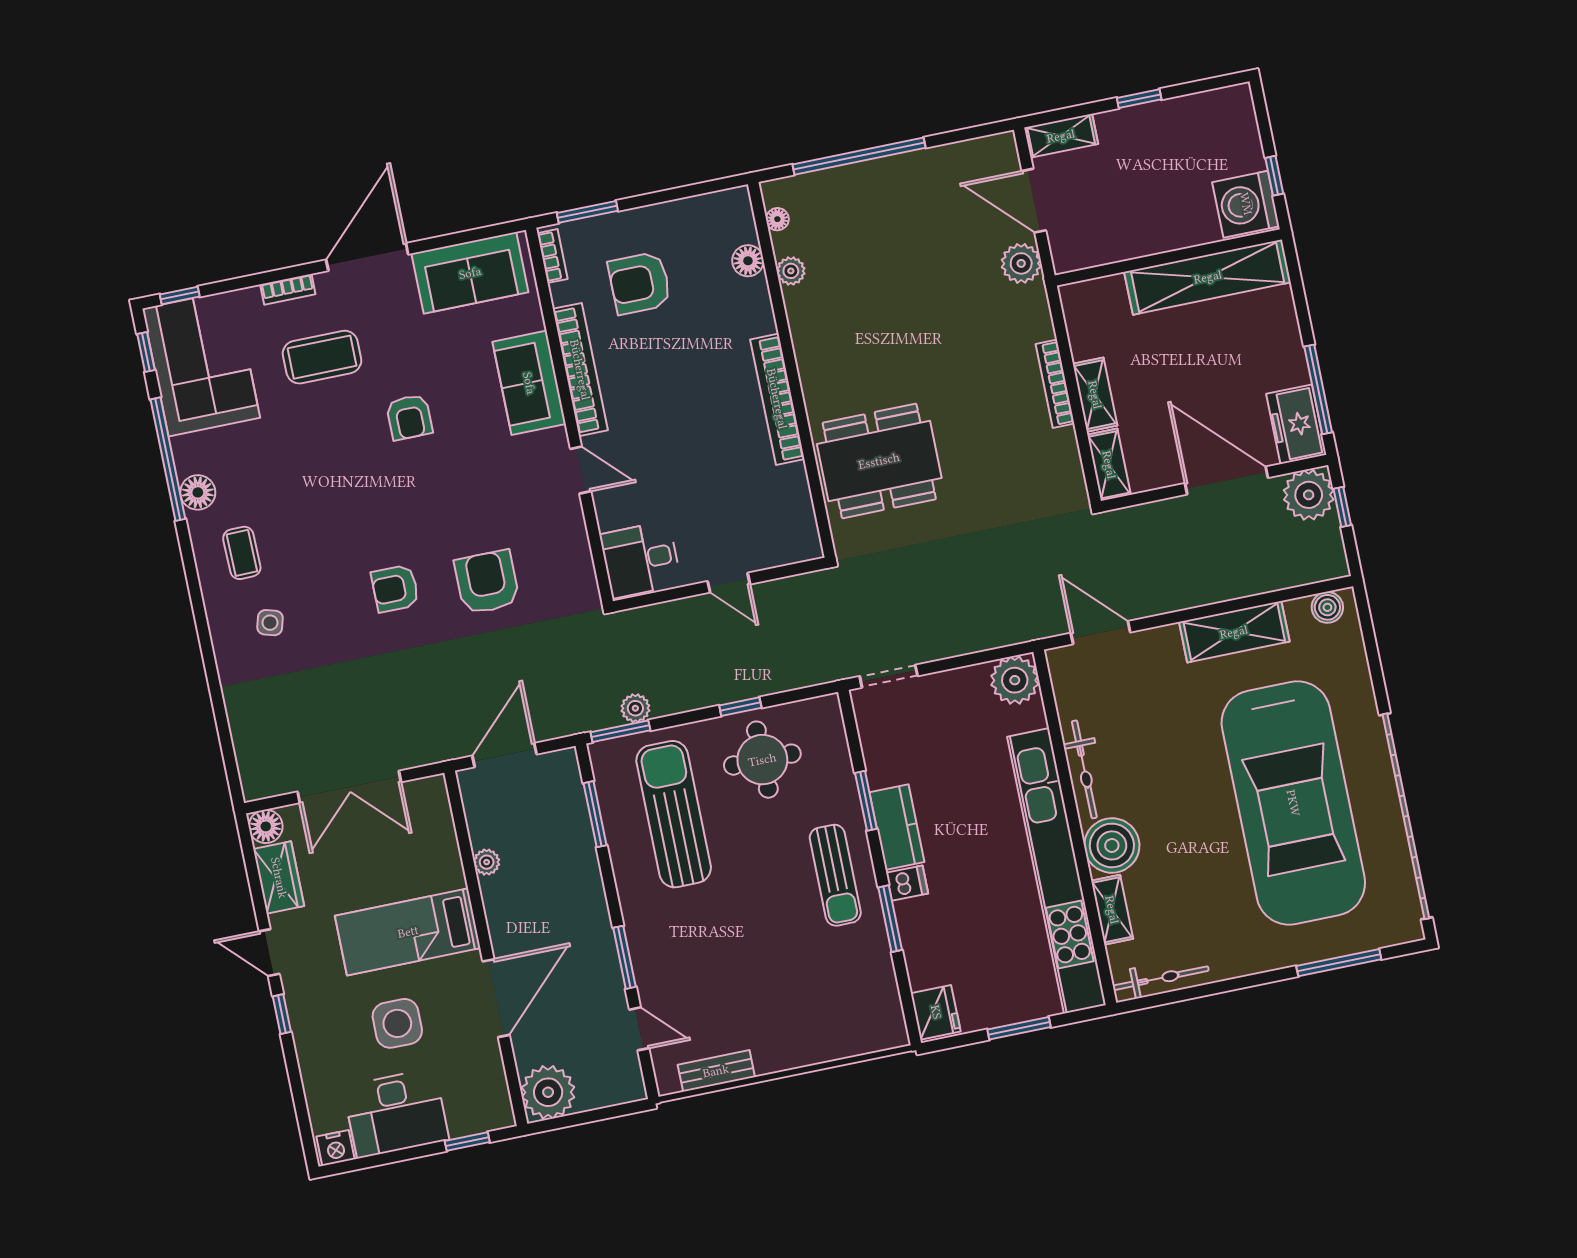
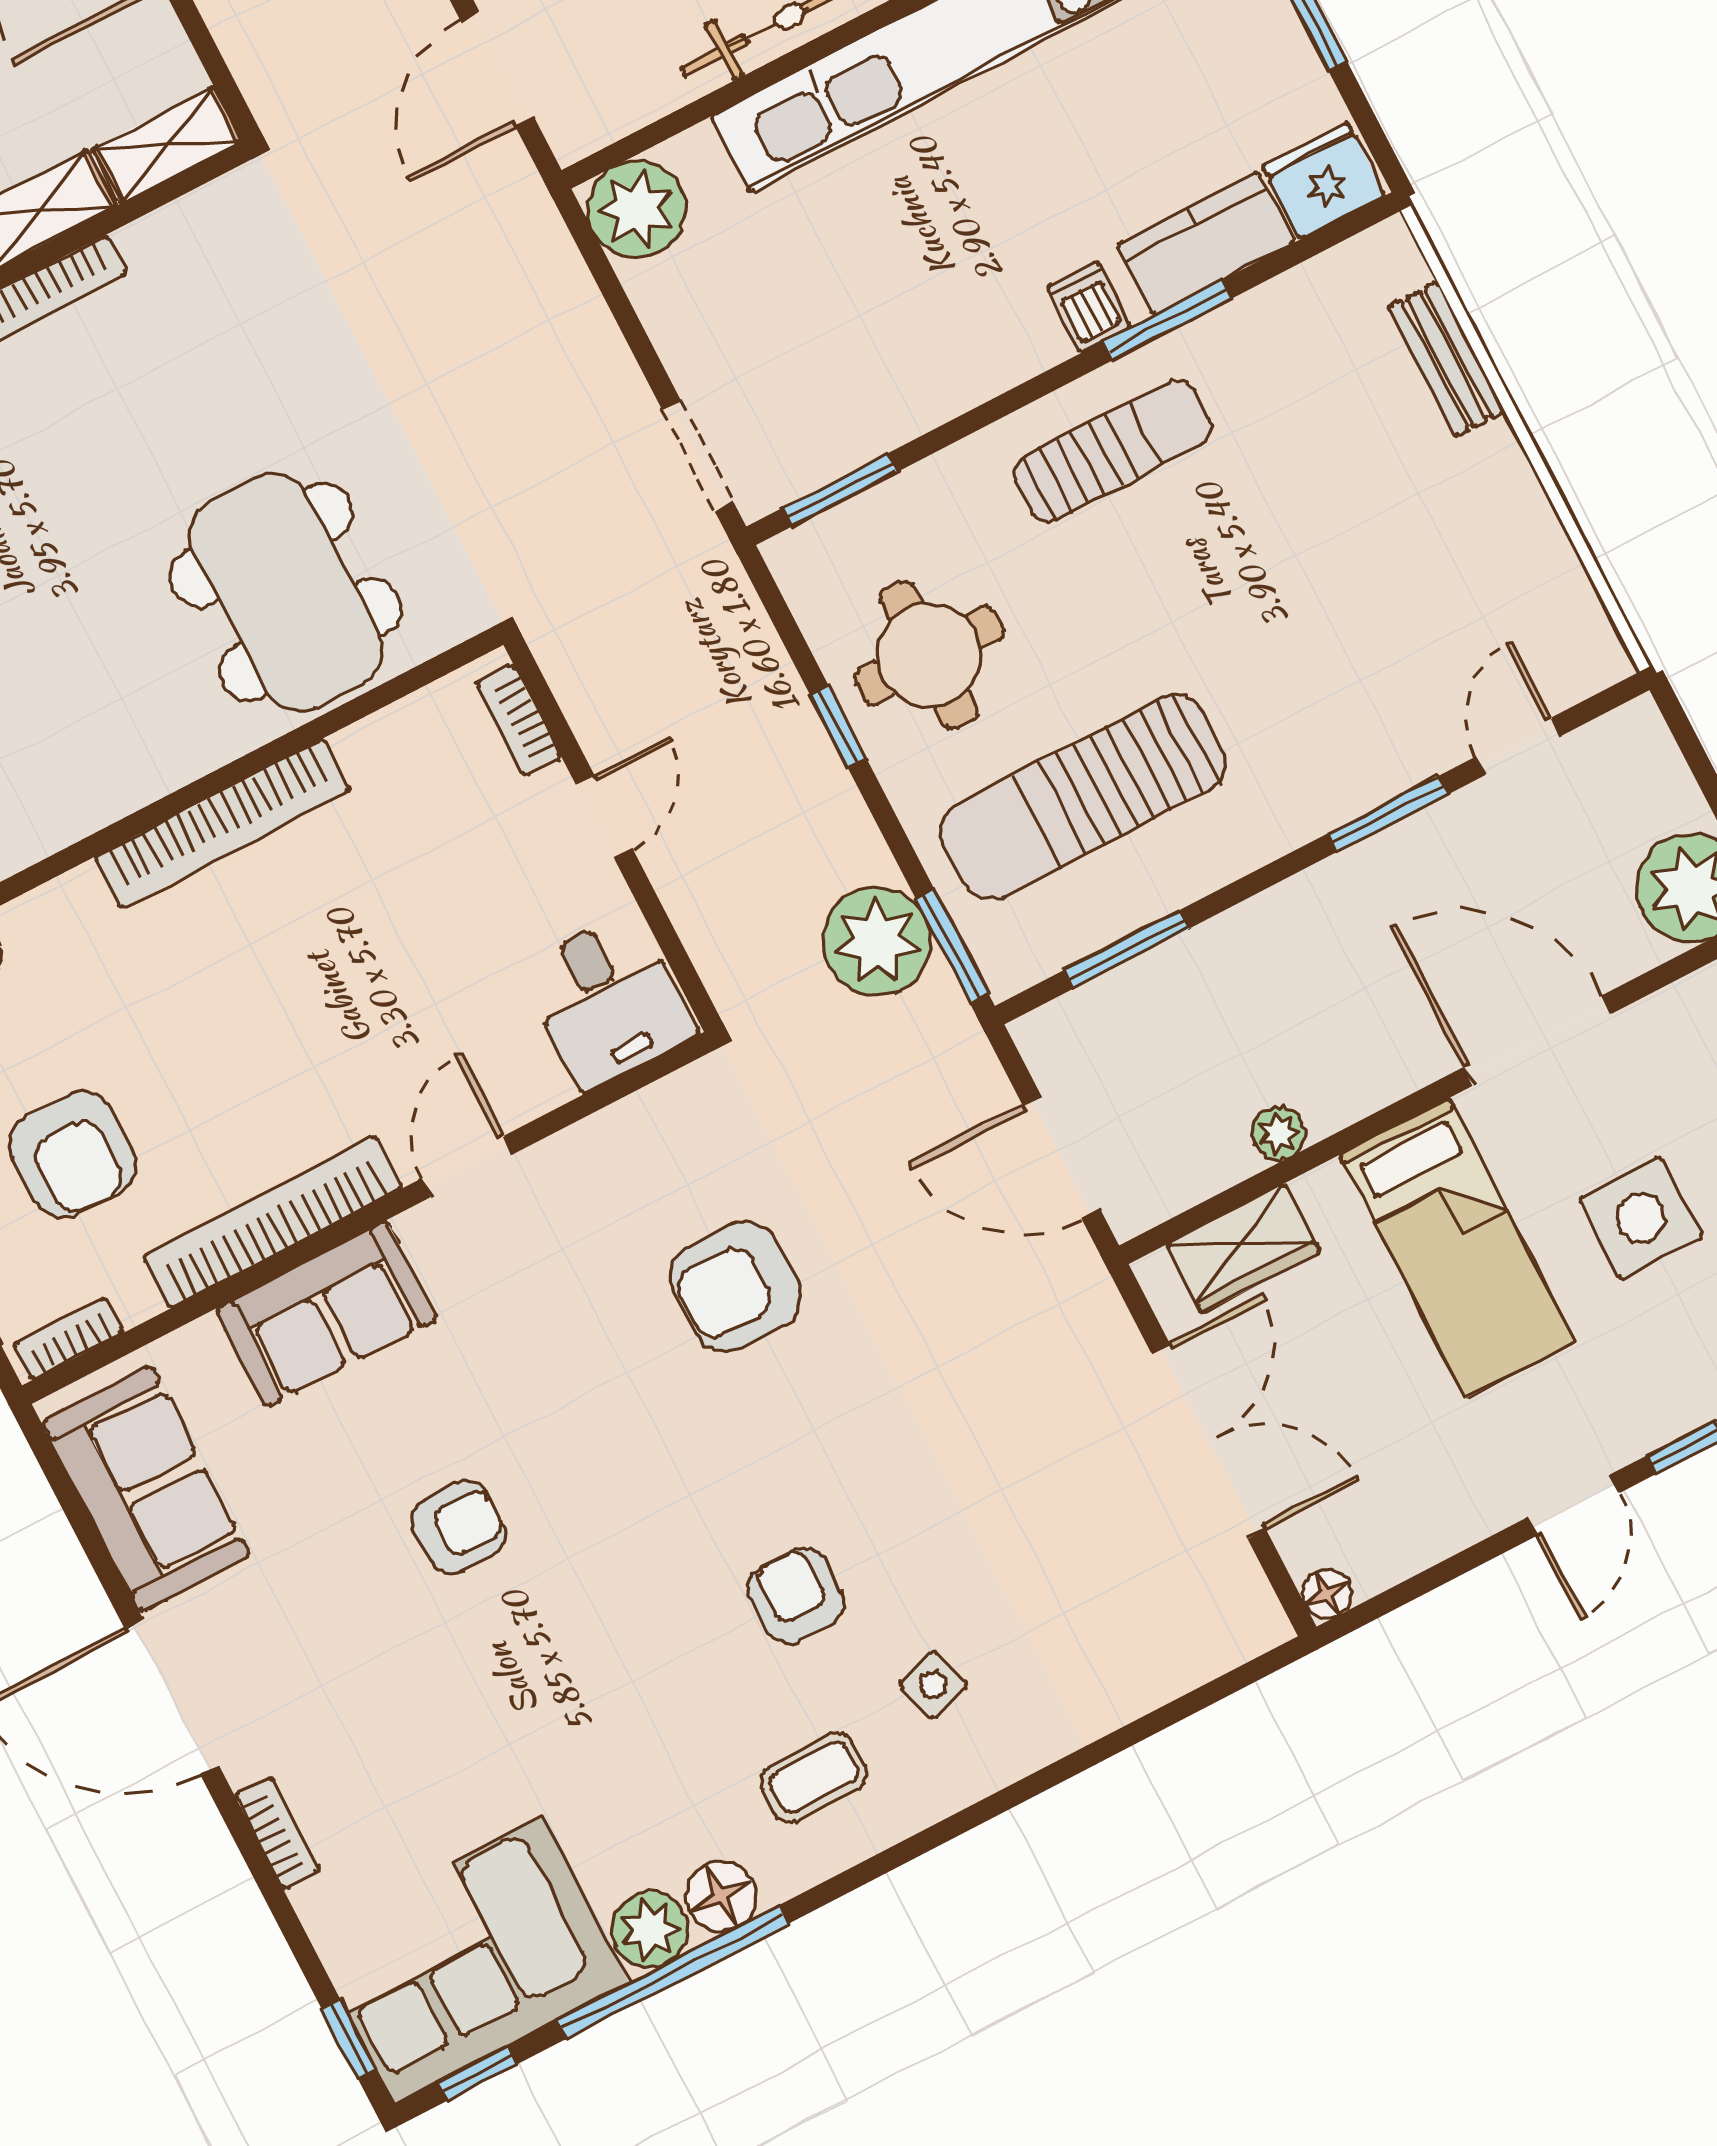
coffee table: (322, 357) -> (390, 1729), removed
plant: (191, 454) -> (650, 1930), added
bookcase: (787, 555) -> (519, 720), added
armchair: (395, 588) -> (796, 1595), moved, turned 180
side table: (270, 623) -> (934, 1685), turned -34
plant: (635, 708) -> (877, 941), width x1.87, depth x1.87
window: (866, 801) -> (839, 490), moved
floor lamp: (266, 826) -> (1327, 1593), width x0.73, depth x0.73
kitchen counter: (897, 827) -> (1206, 243), moved
wardrobe: (279, 878) -> (1243, 1248), moved, turned 180
bench: (716, 1071) -> (1446, 359), moved

